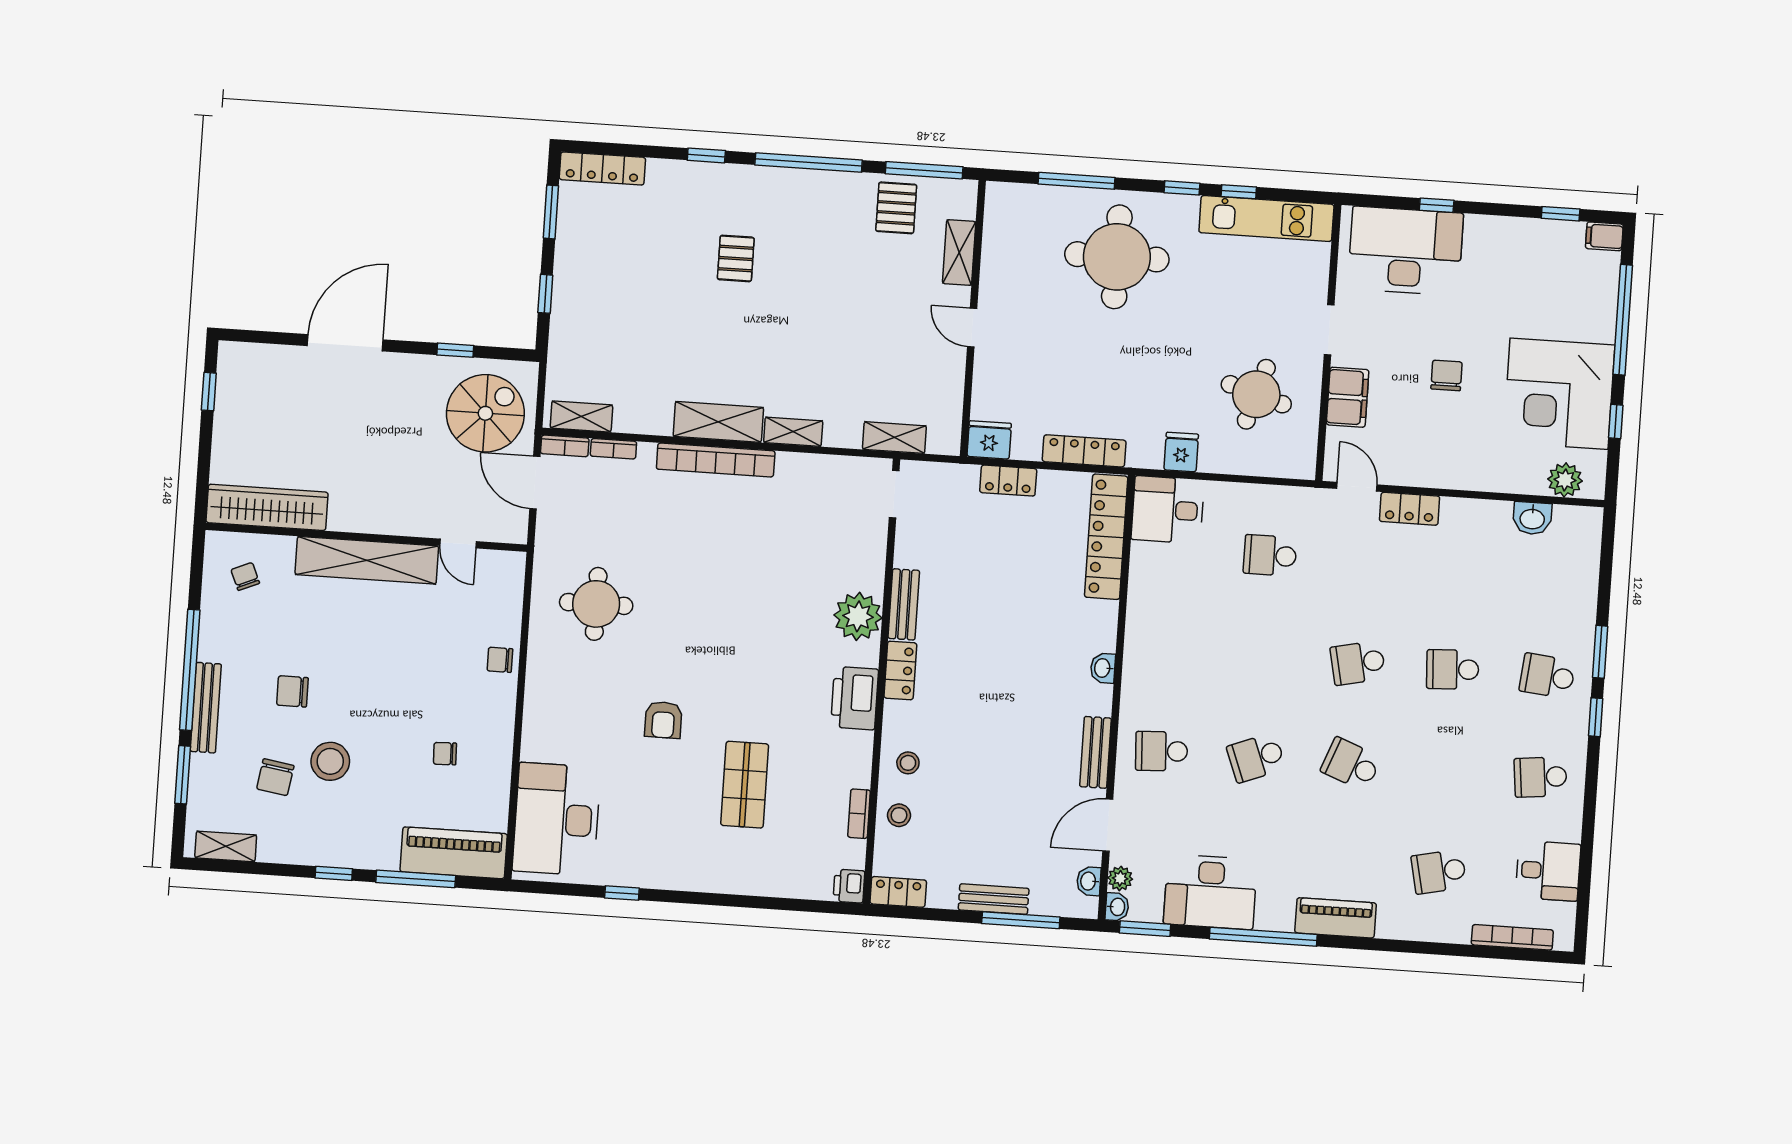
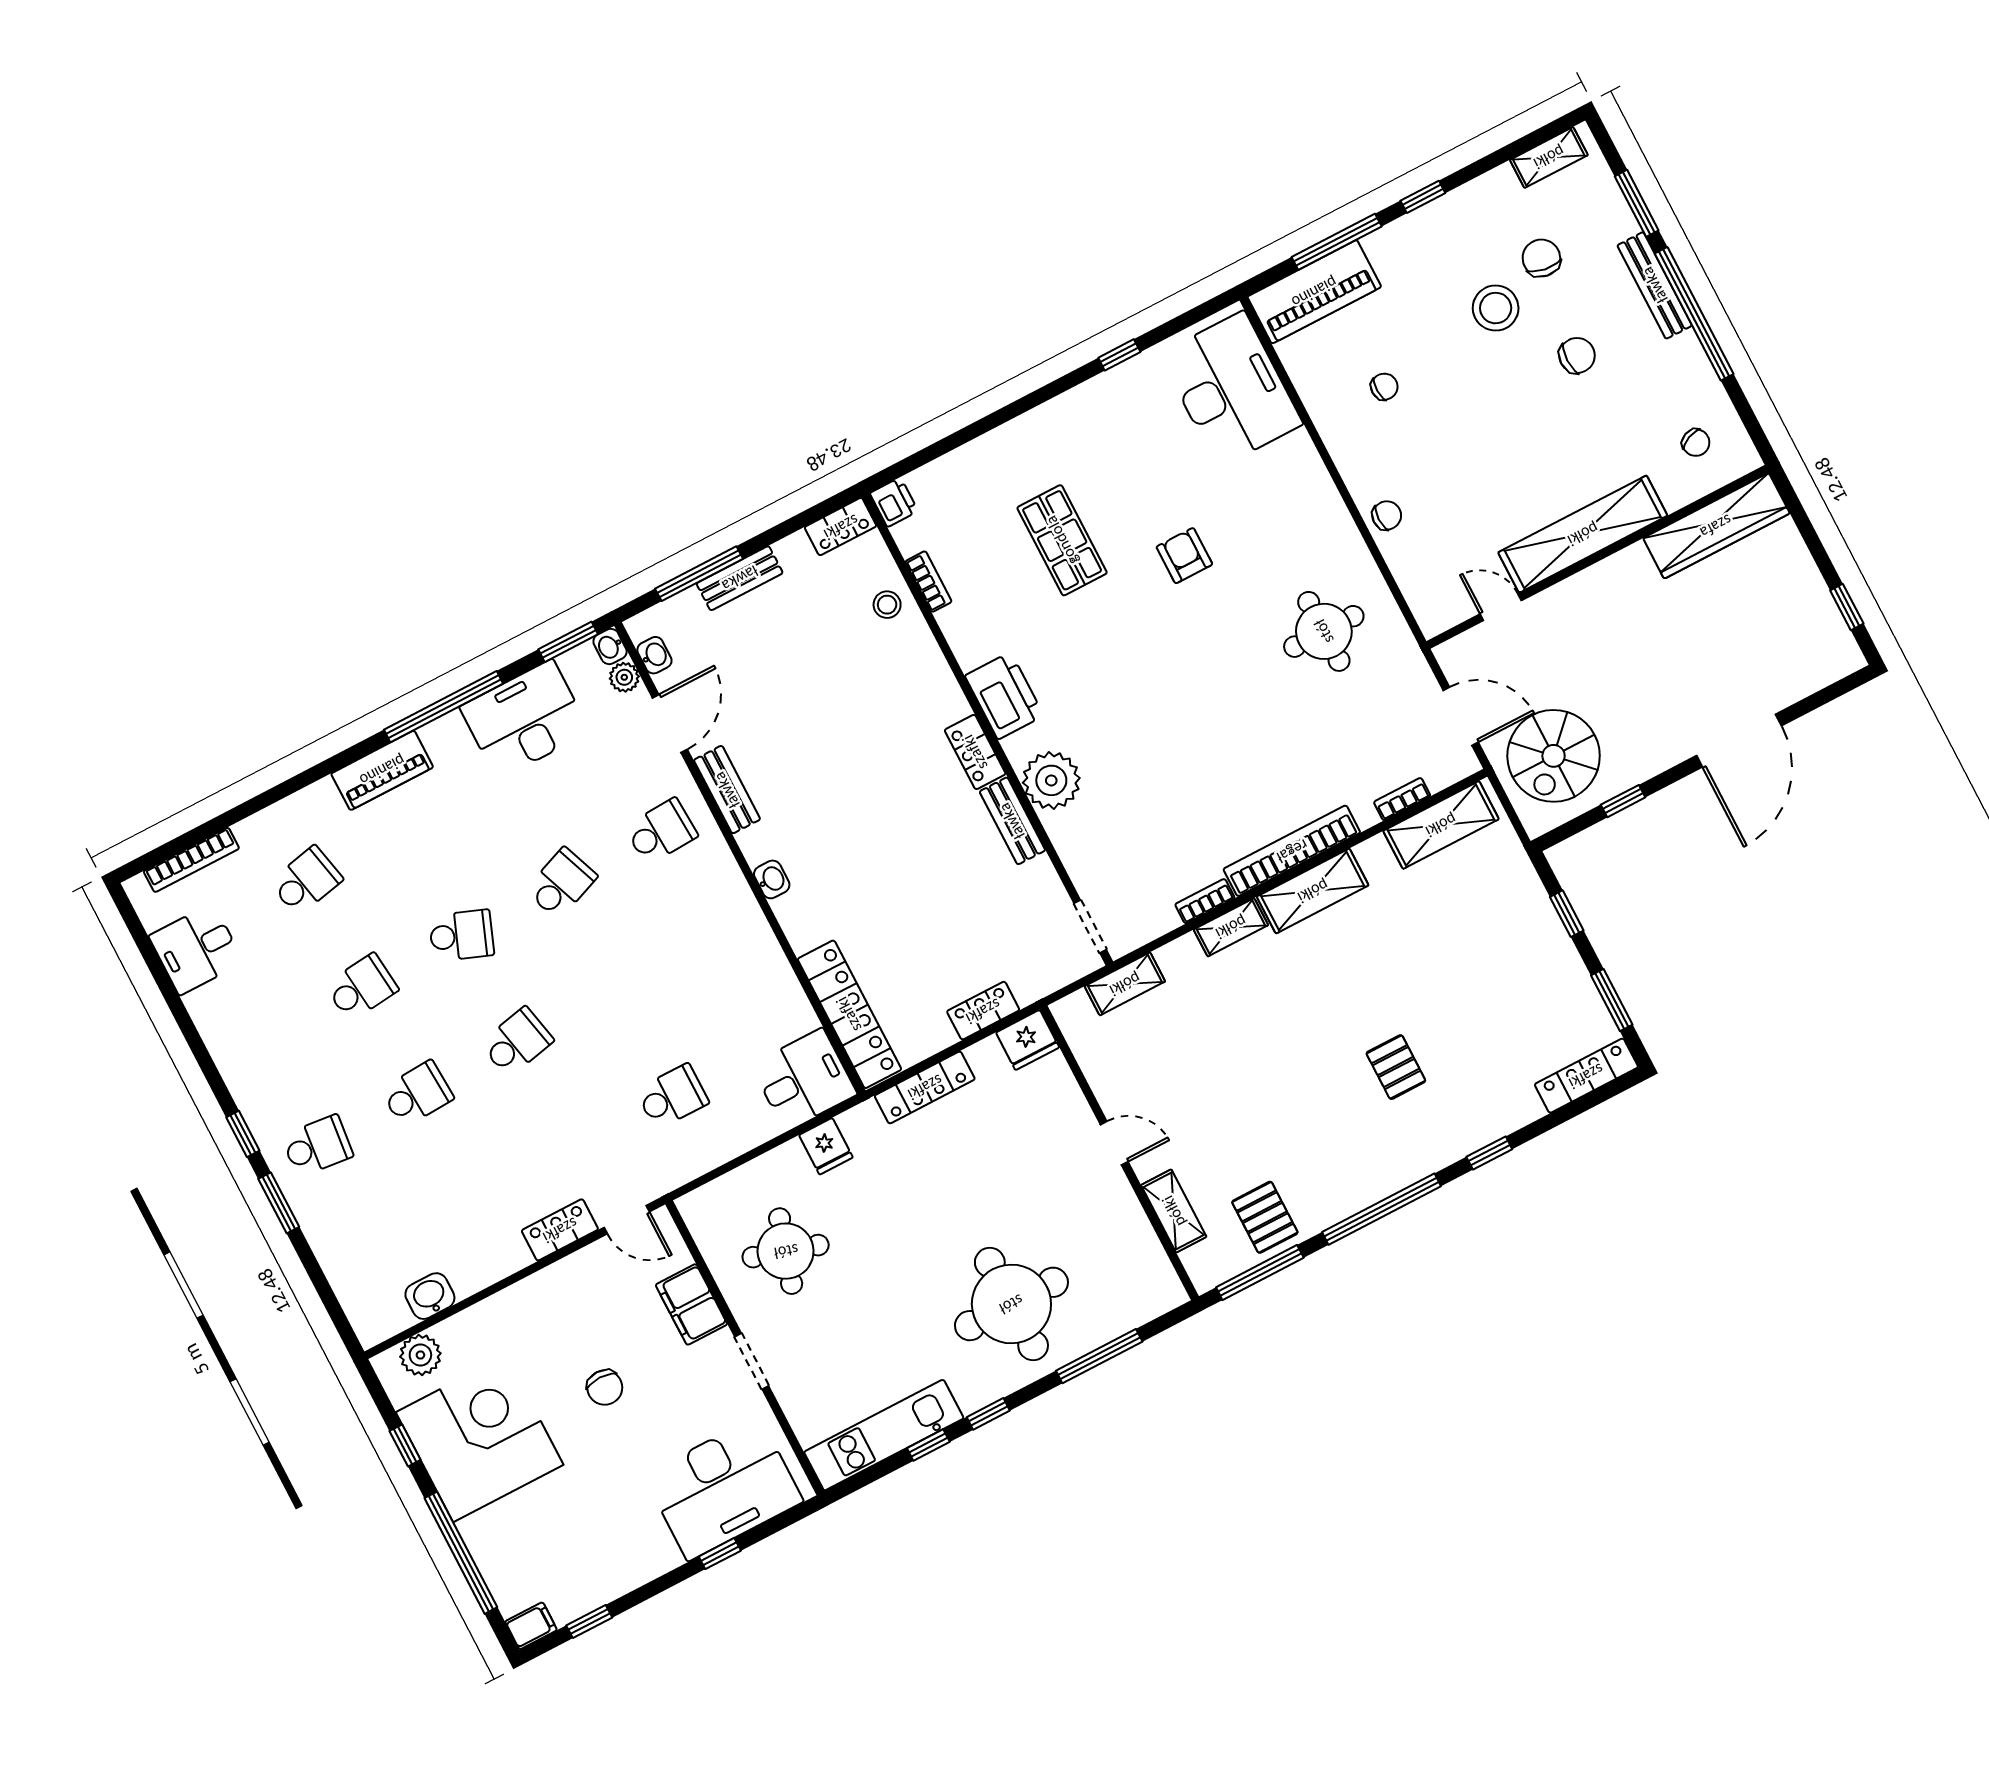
shelving: (581, 417) -> (1441, 825), width x1.50, depth x1.33
bookcase: (565, 446) -> (1205, 901), moved
stool: (908, 763) -> (910, 663), removed
school desk: (1540, 777) -> (362, 987), moved

